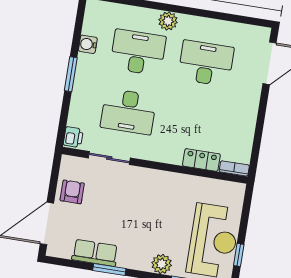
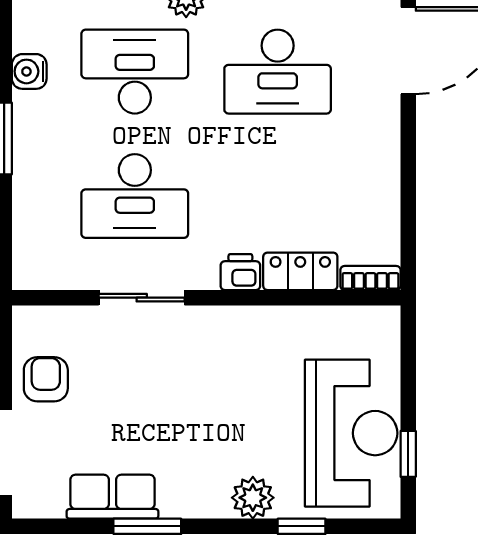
desk: (206, 63) -> (278, 72), turned 180
printer: (73, 137) -> (240, 272), moved, turned -90
sliding door: (109, 158) -> (142, 298), moved

